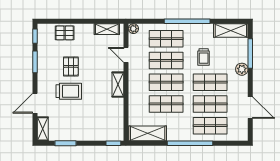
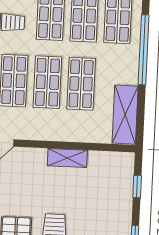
shelving: (118, 85) -> (67, 158), moved
window: (113, 143) -> (137, 187), moved

